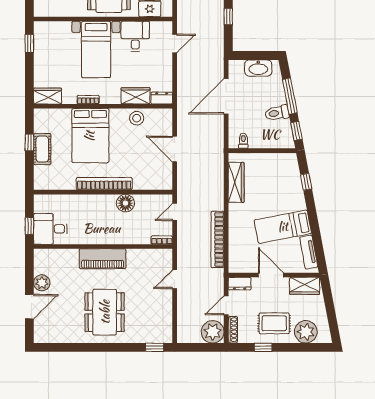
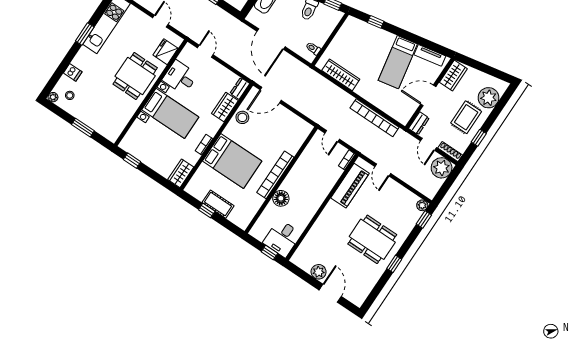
door: (175, 149) -> (271, 95), moved
floor lamp: (125, 203) -> (281, 198), moved
piano: (103, 259) -> (350, 186), moved
plant: (166, 337) -> (422, 205), added
window: (96, 347) -> (394, 264), added

